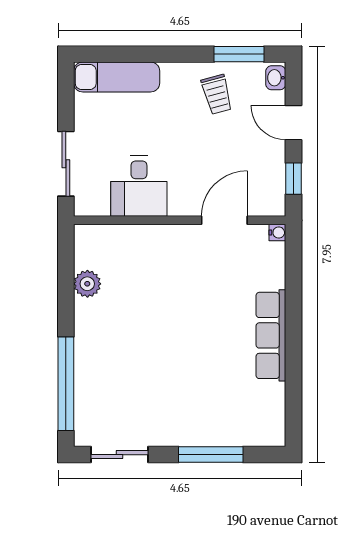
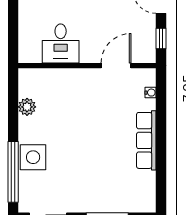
sliding door: (66, 164) -> (13, 29), removed
water cooler: (277, 233) -> (150, 93), moved
side table: (97, 361) -> (33, 157), added

